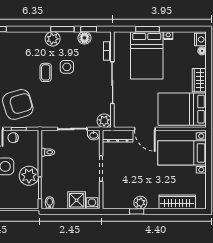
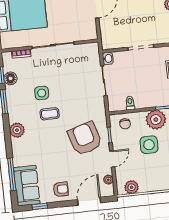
plant: (53, 39) -> (17, 130), moved
plant: (104, 121) -> (92, 49), removed
dresser: (118, 136) -> (106, 34), removed
chair: (13, 138) -> (125, 124), moved

